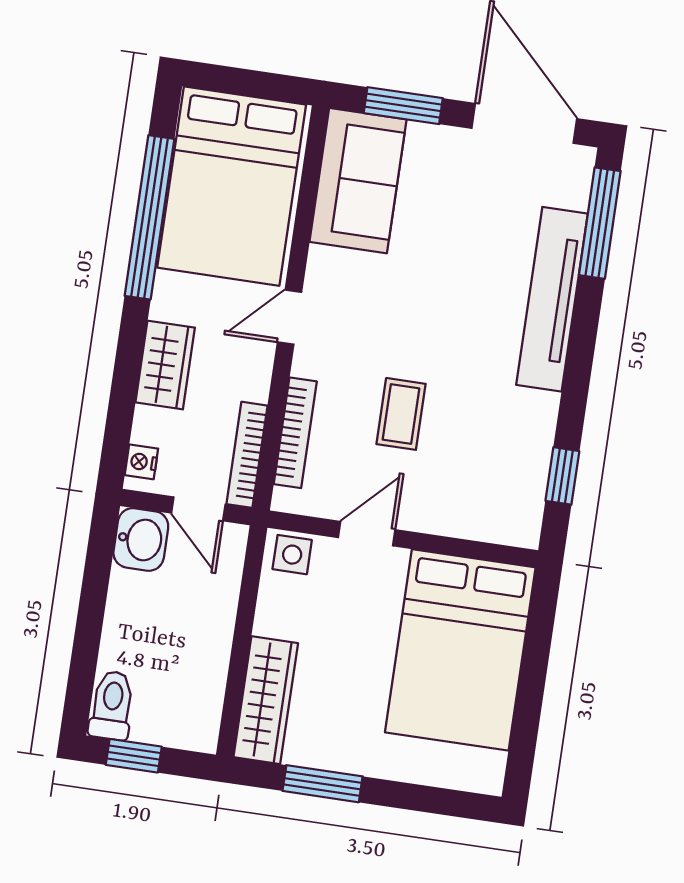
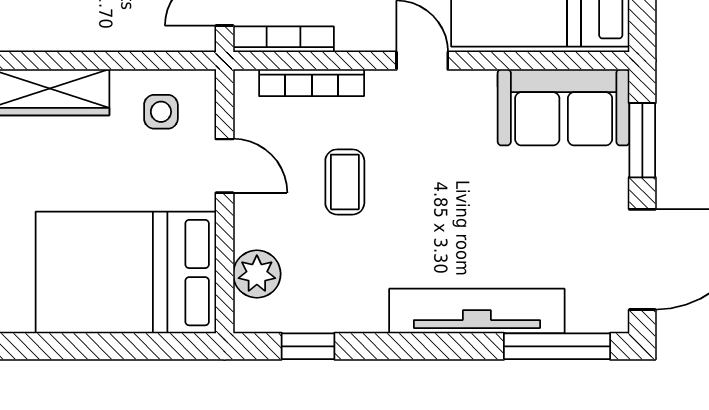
coffee table: (401, 414) -> (345, 182), turned 90
plant: (481, 517) -> (257, 274), added
side table: (292, 555) -> (161, 112), moved

